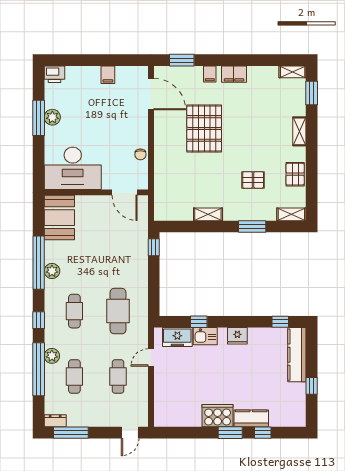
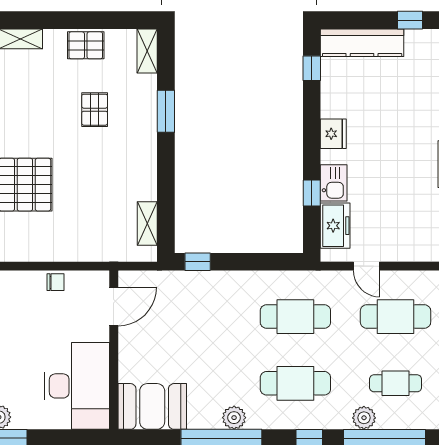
shelving: (208, 214) -> (147, 223), moved
cafe table: (74, 311) -> (295, 383), width x1.37, depth x1.35
cafe table: (118, 376) -> (396, 317), width x1.37, depth x1.35

